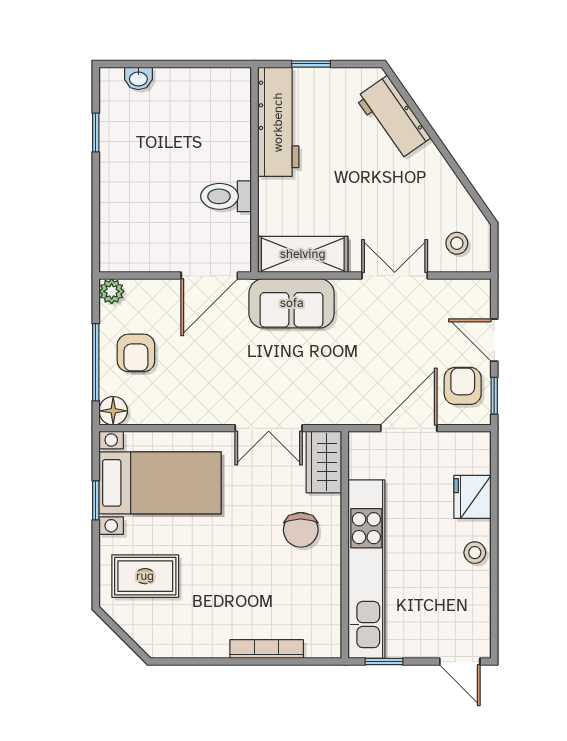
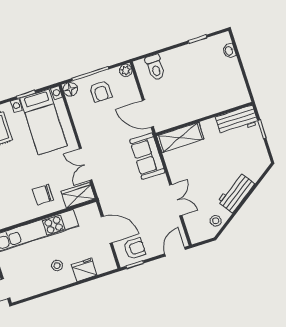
workbench: (393, 118) -> (236, 193), moved
workbench: (278, 122) -> (237, 120), width x0.73
toilet: (226, 196) -> (155, 67), moved, turned 180
stool: (457, 243) -> (216, 221), moved
shelving: (303, 254) -> (180, 137), moved, turned 90
door: (494, 340) -> (175, 252), moved
armchair: (136, 353) -> (101, 91), turned -90
stool: (475, 553) -> (57, 266), moved

